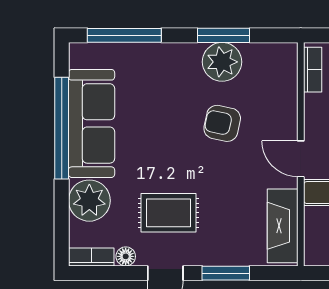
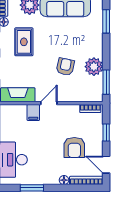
window: (124, 35) -> (106, 21), width x0.69
window: (223, 35) -> (106, 82), moved

